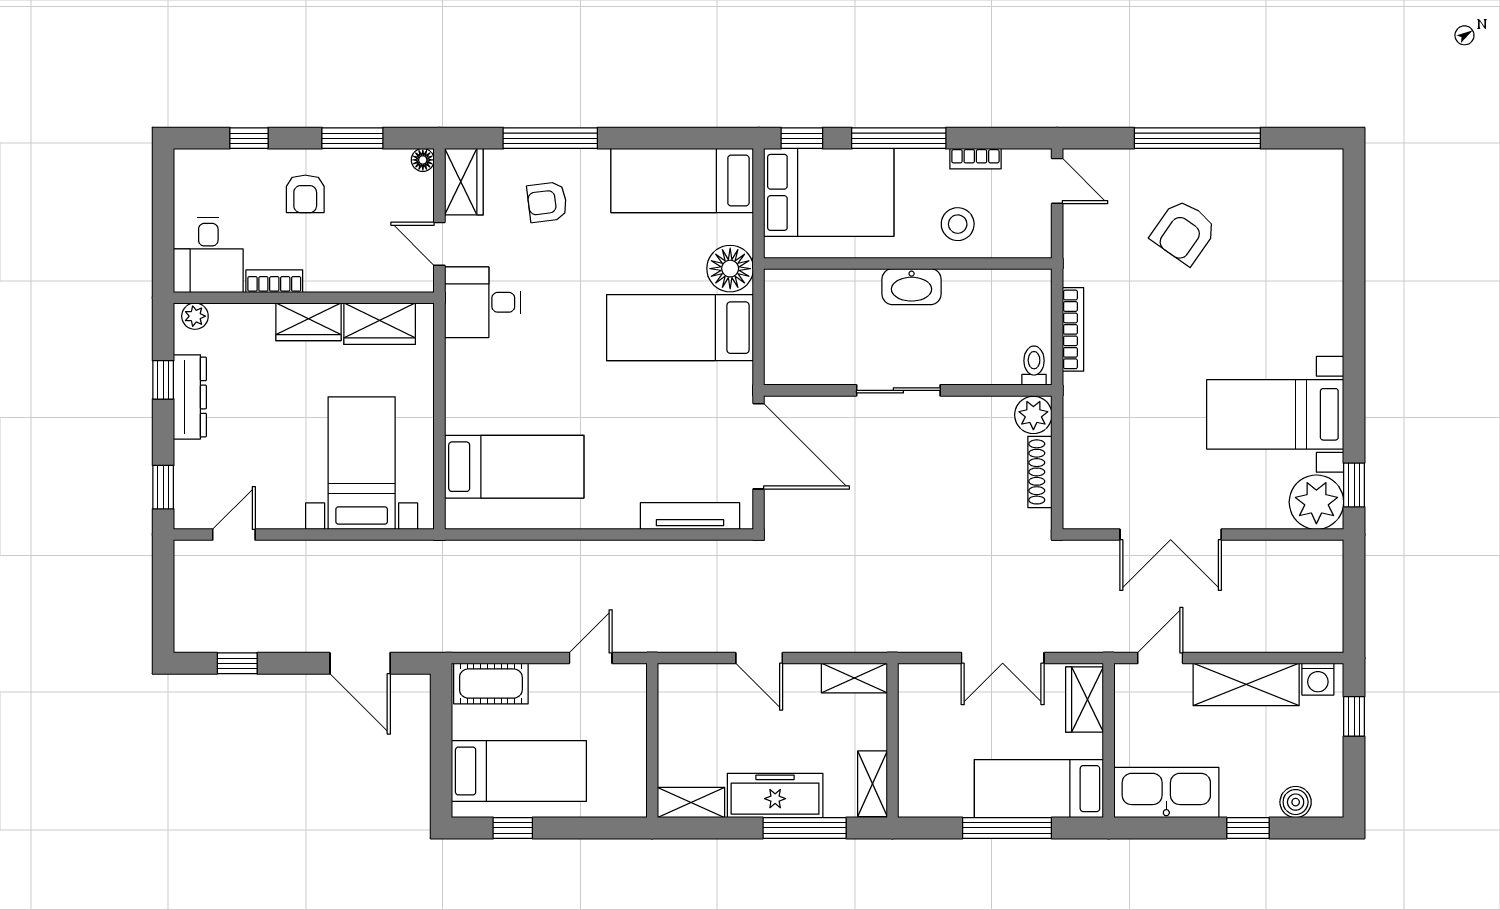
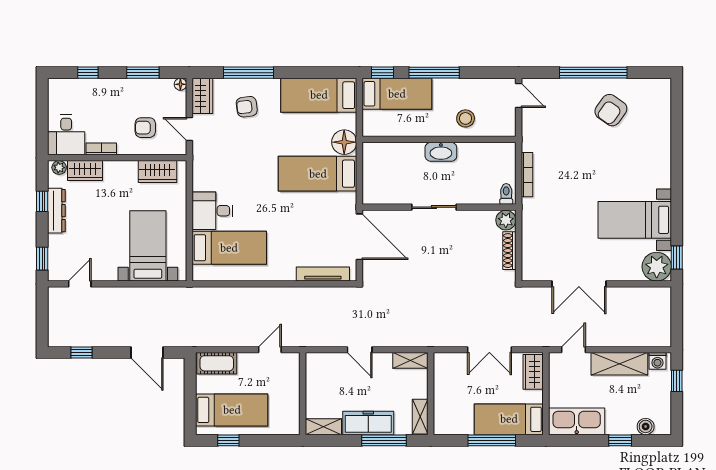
bookcase: (975, 159) -> (475, 84), removed
bed: (829, 192) -> (397, 94), width x0.67
armchair: (305, 194) -> (145, 128), moved, turned 90
armchair: (1184, 232) -> (611, 110), moved
desk: (483, 302) -> (212, 211), moved
wardrobe: (308, 322) -> (85, 171), moved

